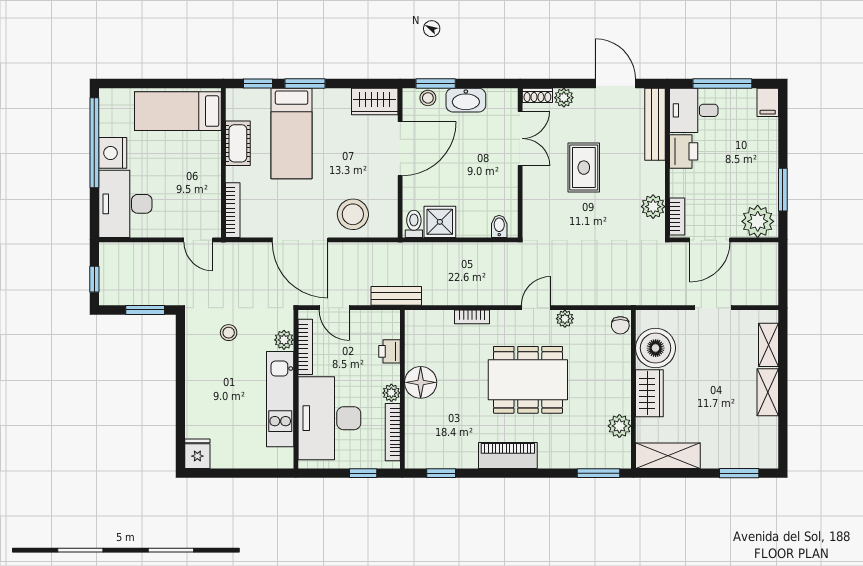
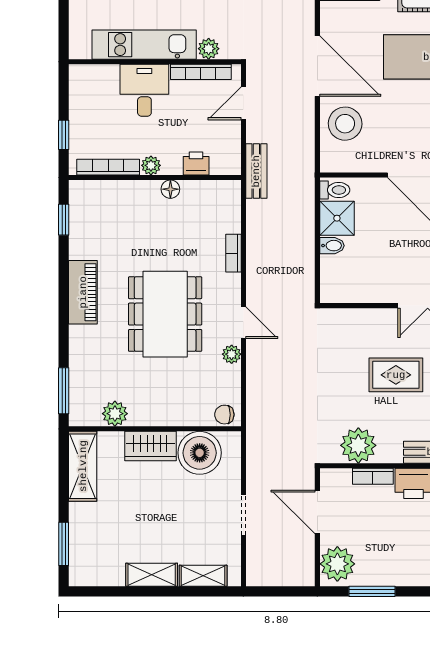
plant: (653, 207) -> (358, 445), width x1.36, depth x1.36
bookcase: (677, 217) -> (373, 476), moved
bidet: (499, 226) -> (332, 246), moved
door: (300, 240) -> (317, 66), swing flipped
floor lamp: (421, 382) -> (170, 189), width x0.53, depth x0.53
desk: (329, 418) -> (144, 90), width x0.53, depth x0.77

